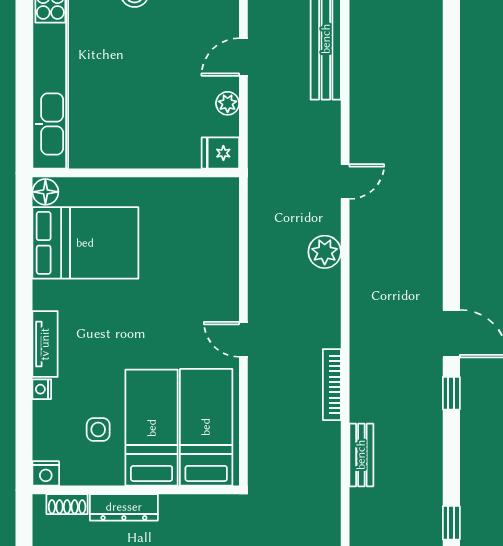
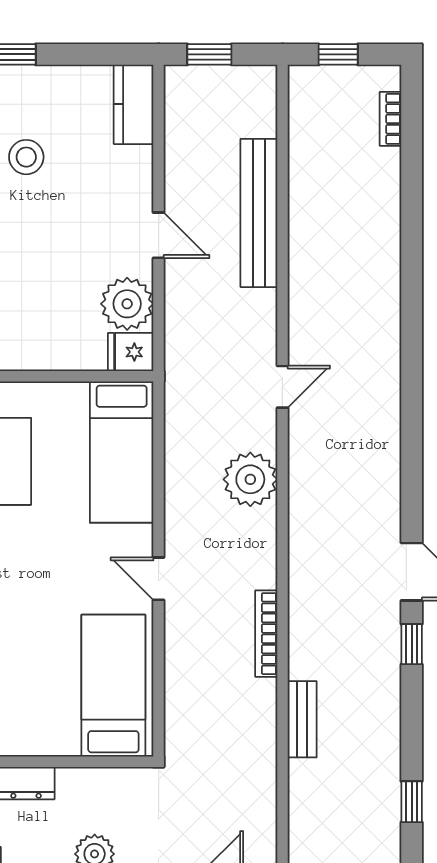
door: (243, 57) -> (159, 235), swing flipped
plant: (228, 103) -> (127, 304), width x1.88, depth x1.88
plant: (325, 252) -> (250, 479), width x1.36, depth x1.36
bed: (152, 428) -> (122, 452), moved, turned 180

